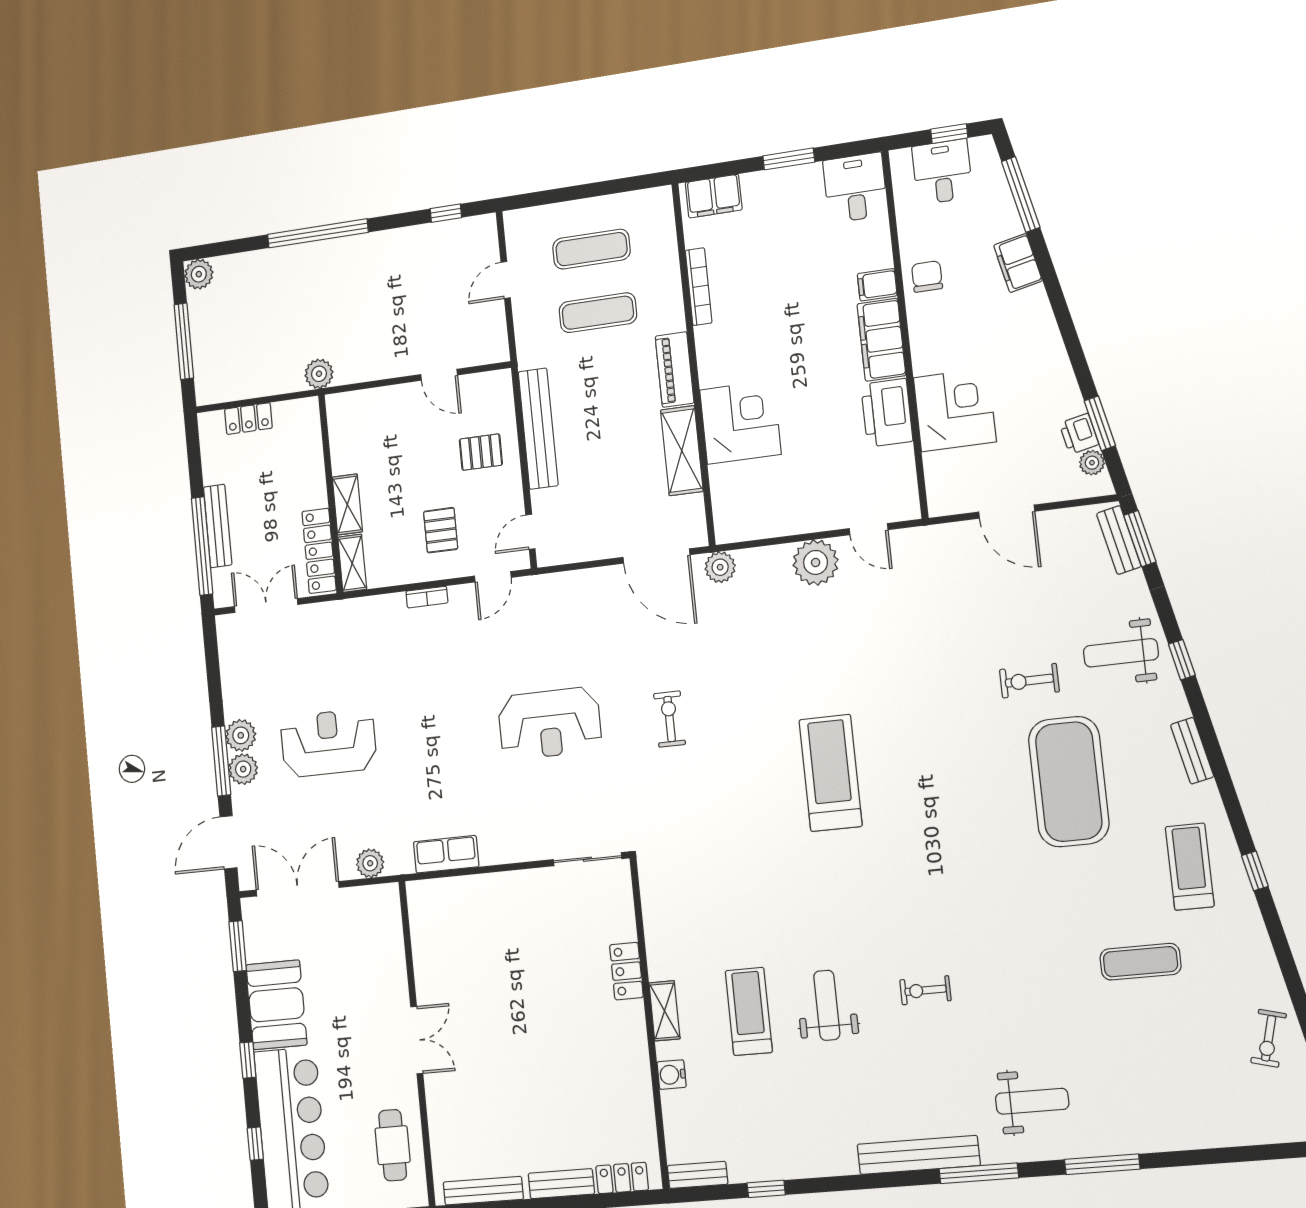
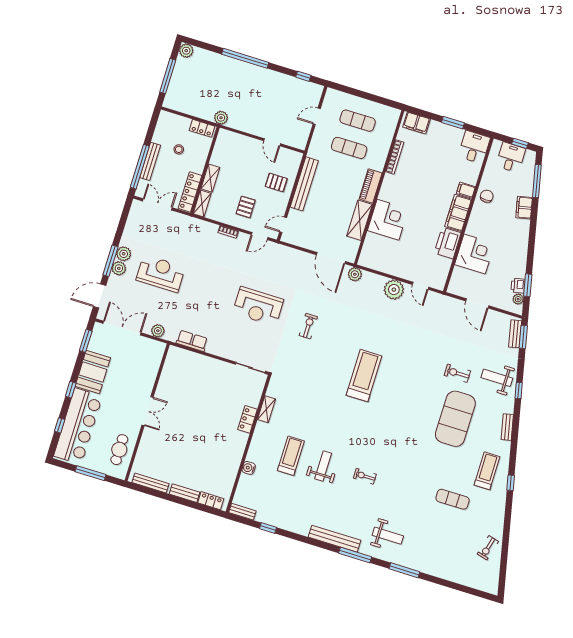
locker: (248, 419) -> (202, 128), moved
stool: (263, 476) -> (179, 149), added
shelving: (664, 1011) -> (267, 409), moved

